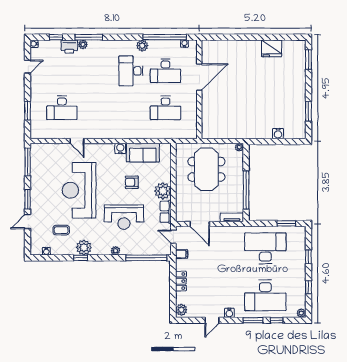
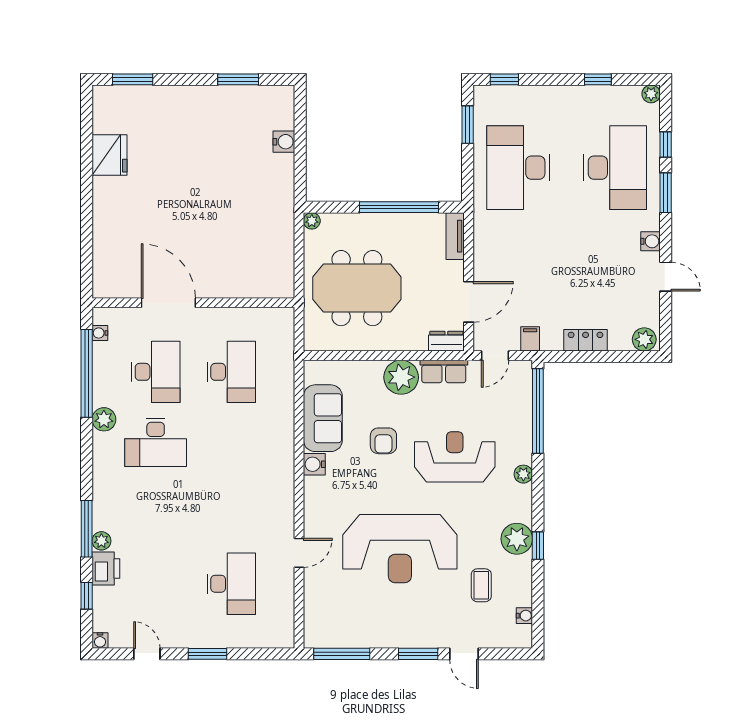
window: (28, 111) -> (207, 654), moved
dresser: (180, 213) -> (446, 341), added
reception desk: (124, 217) -> (455, 457), turned -90
window: (308, 257) -> (504, 79), moved

